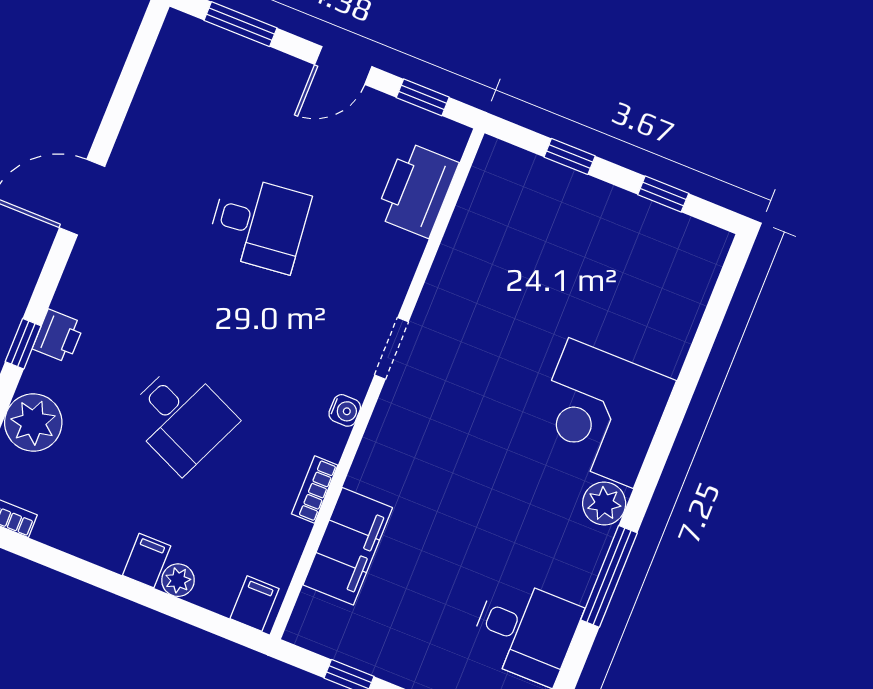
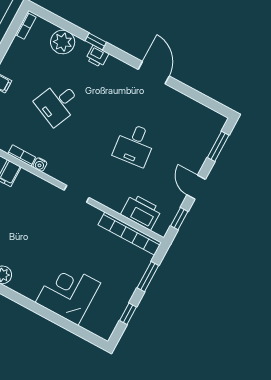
window: (570, 156) -> (148, 277), width x1.50
bookcase: (472, 211) -> (130, 234), added
water cooler: (345, 410) -> (40, 165), moved
corner desk: (601, 413) -> (68, 293), moved

